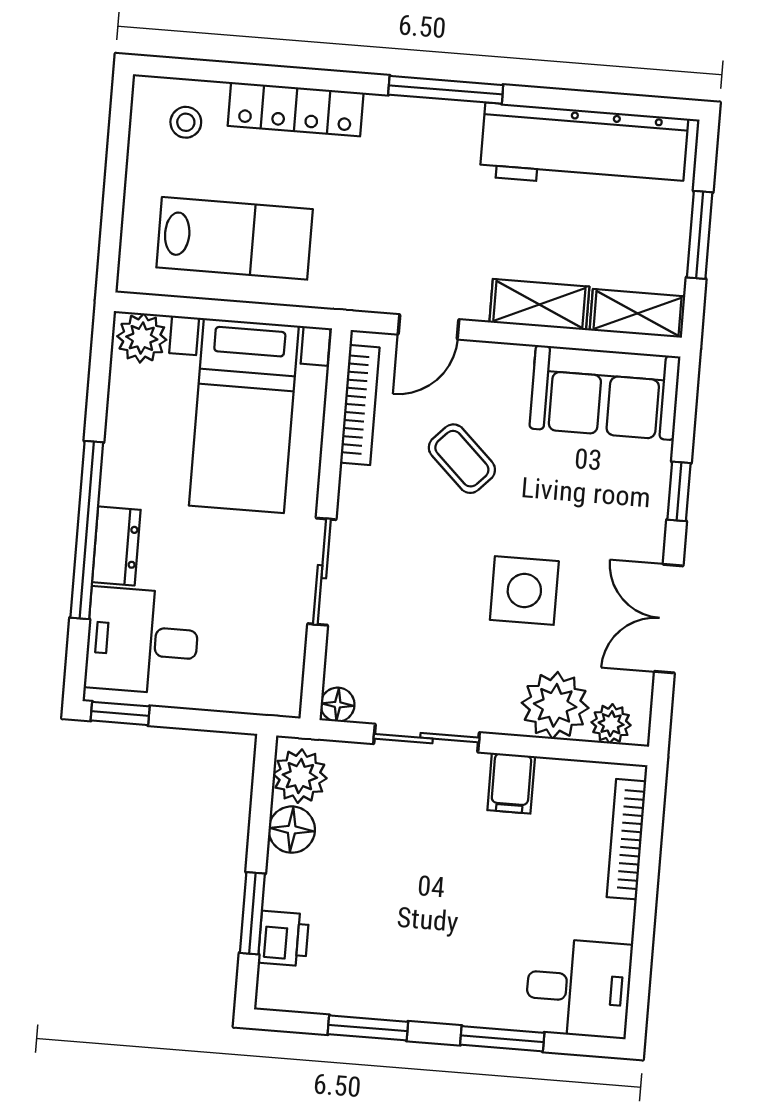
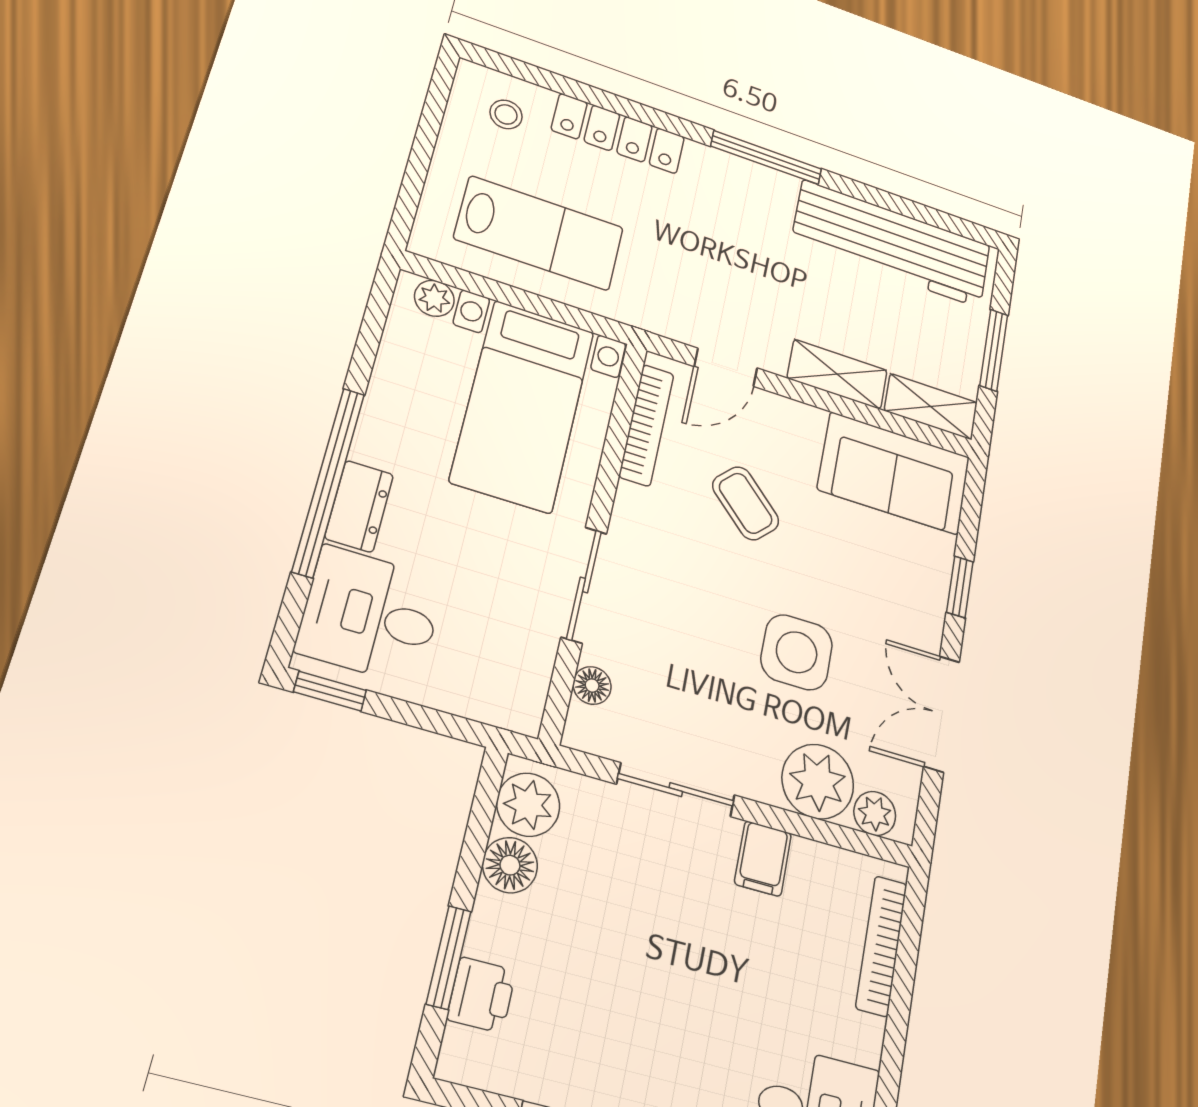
plant: (142, 338) -> (434, 298), width x0.73, depth x0.73
floor lamp: (338, 705) -> (592, 686), moved

